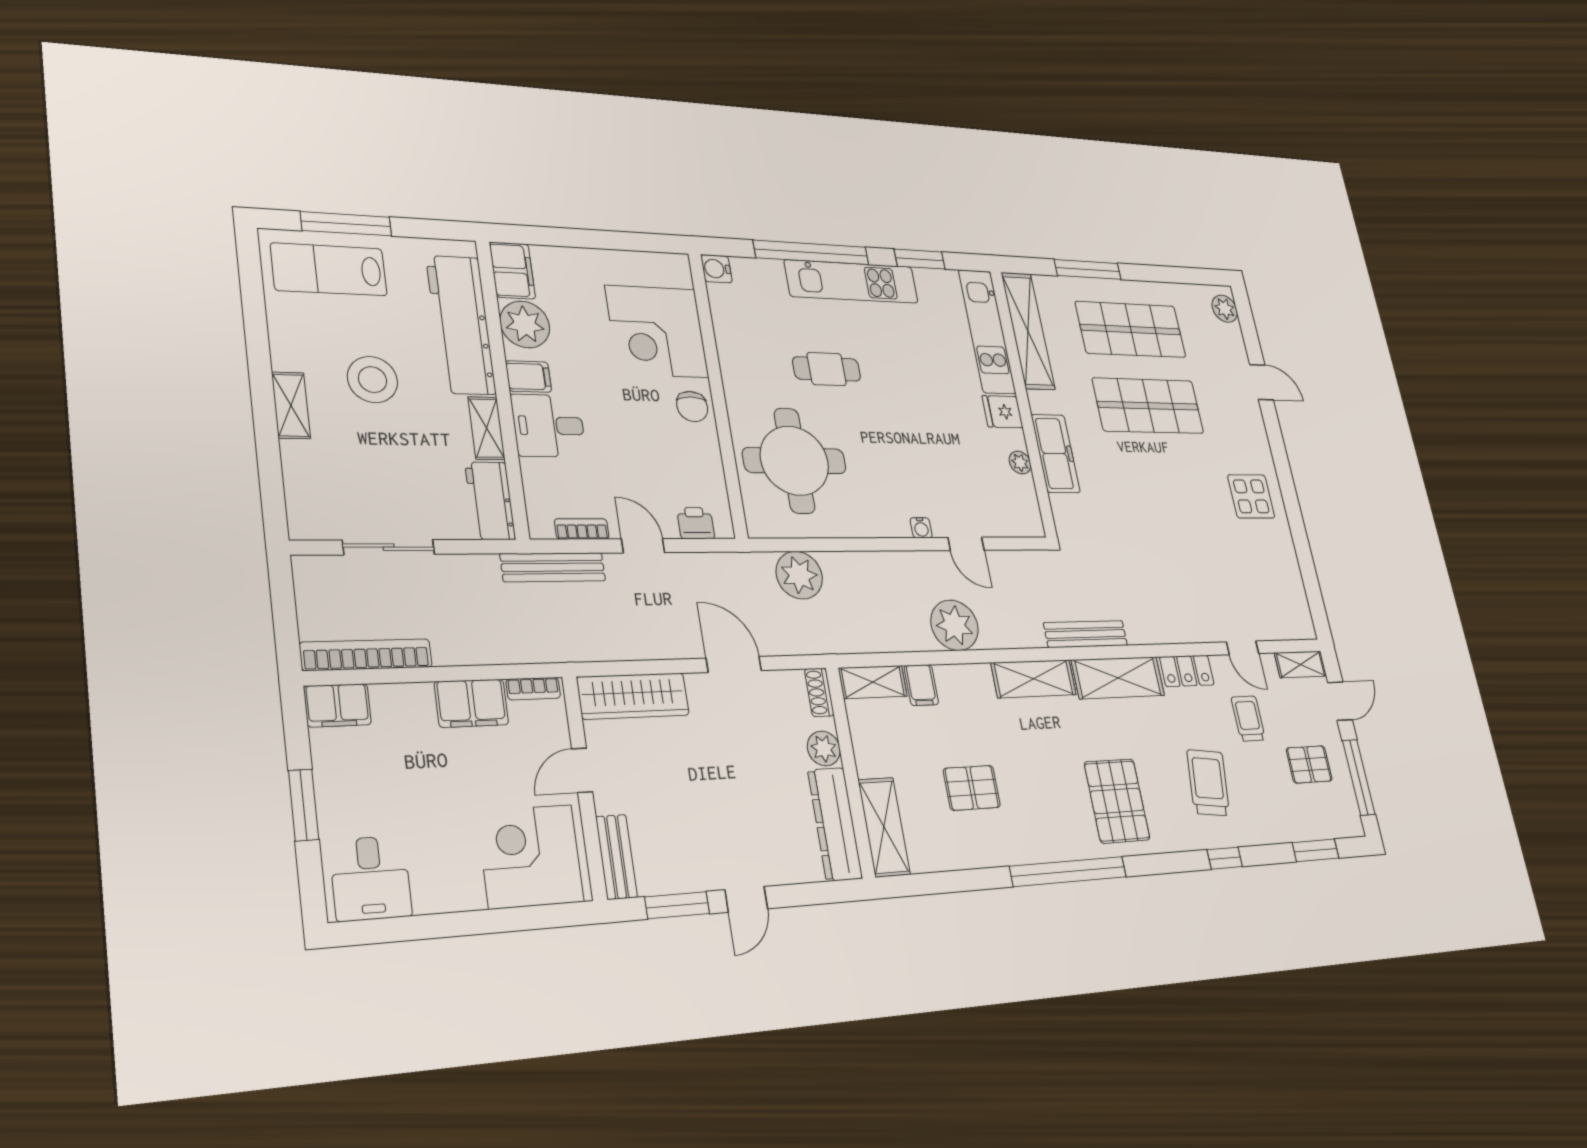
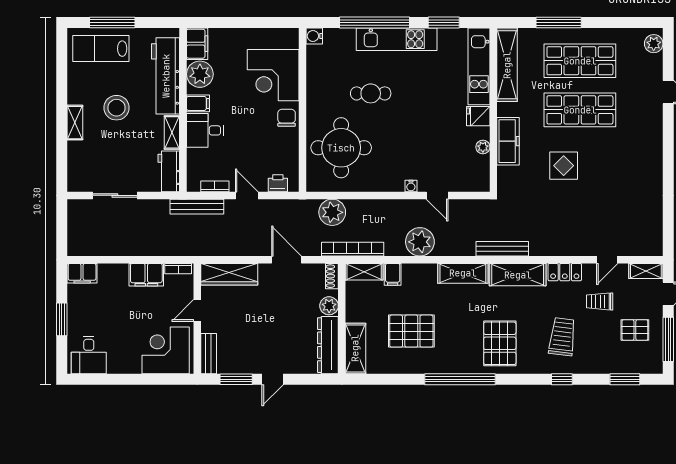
chair: (692, 406) -> (287, 118), turned 180
display table: (1251, 496) -> (564, 166), moved
door: (1243, 648) -> (607, 260), hinge flipped
bookcase: (366, 655) -> (353, 249), moved
trolley: (1248, 719) -> (600, 301), turned -90
pallet: (972, 788) -> (411, 331), width x1.50, depth x1.42

